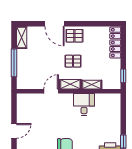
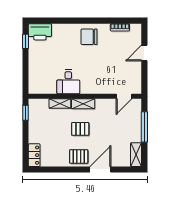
door: (54, 24) -> (100, 169), hinge flipped
locker: (115, 43) -> (34, 155), width x0.66
door: (51, 91) -> (124, 96), moved

